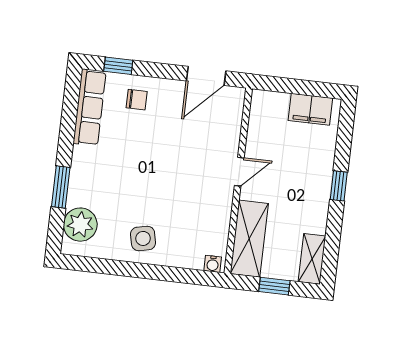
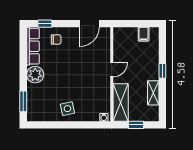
filing cabinet: (310, 109) -> (144, 34), width x0.50
window: (61, 187) -> (23, 101), moved
plant: (80, 225) -> (35, 75), moved
shelving: (312, 259) -> (153, 93), moved

